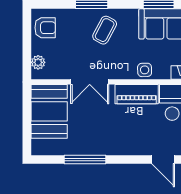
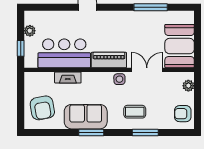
coffee table: (105, 30) -> (135, 112), turned 62
side table: (145, 70) -> (119, 79), moved

